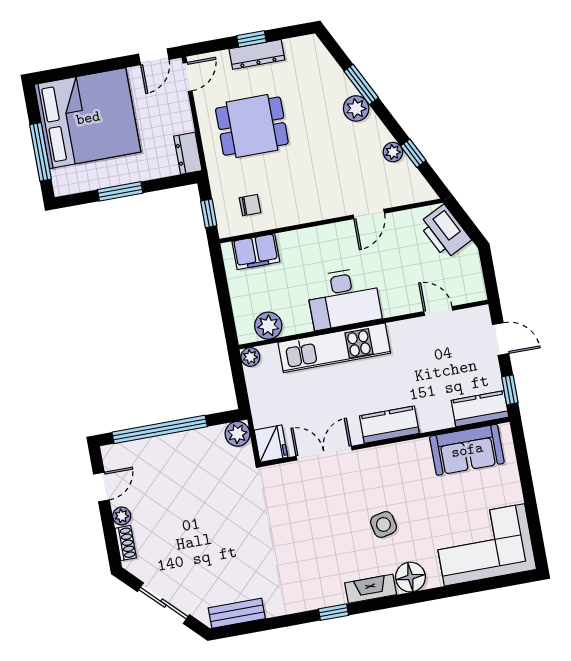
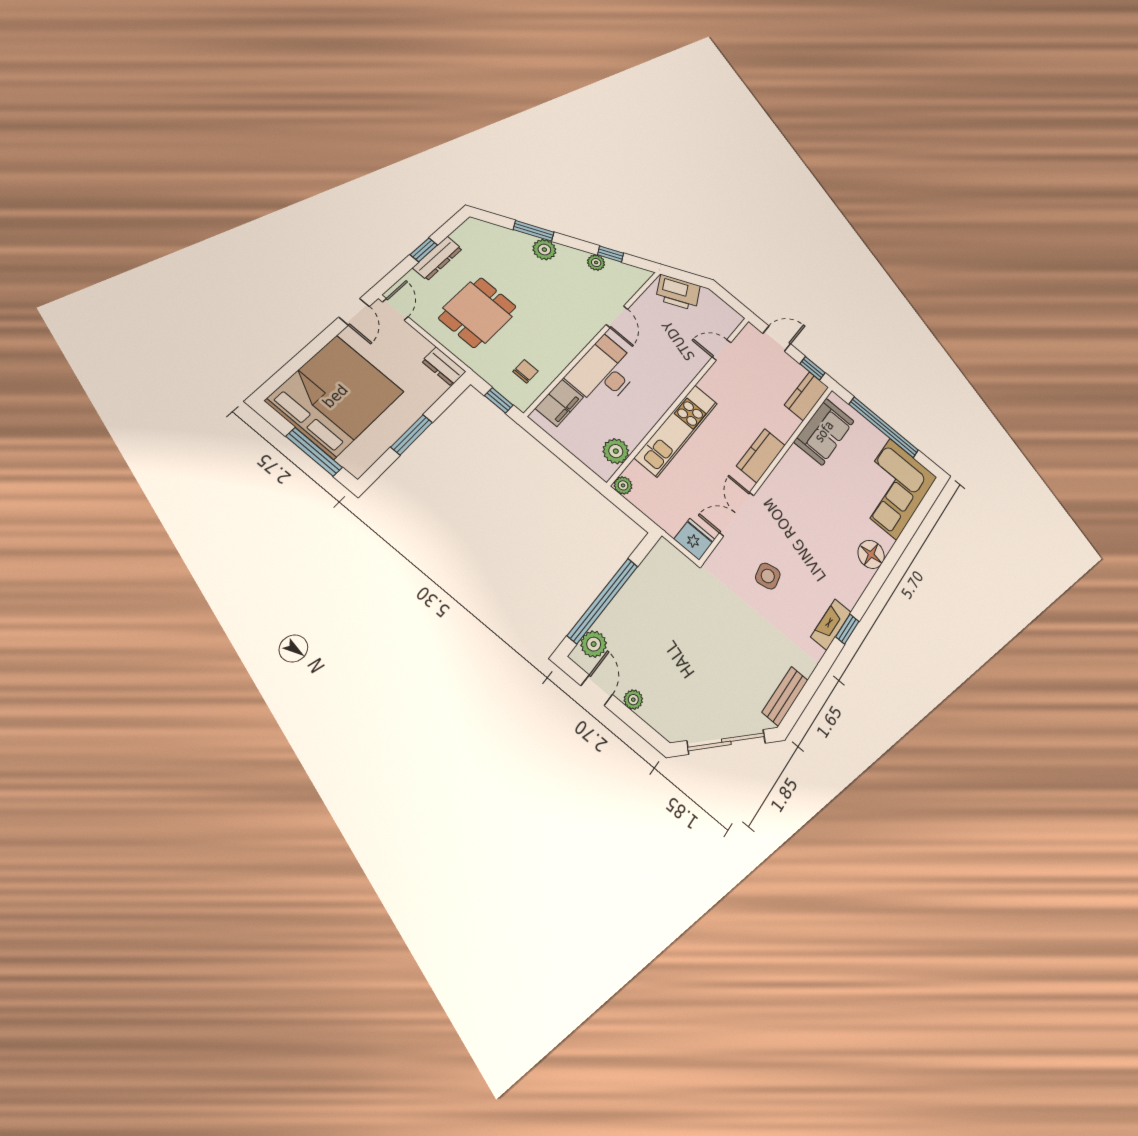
desk: (344, 298) -> (604, 372), moved, turned 180
plant: (237, 434) -> (594, 644), moved
window: (528, 490) -> (884, 427), added
side table: (383, 524) -> (768, 576), moved
shoe rack: (126, 543) -> (655, 720), removed
fireplace: (371, 589) -> (831, 624), moved
sliding door: (163, 603) -> (726, 742), width x1.37

